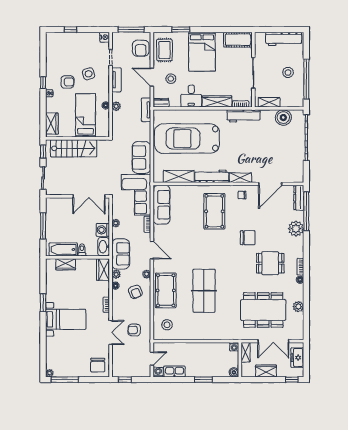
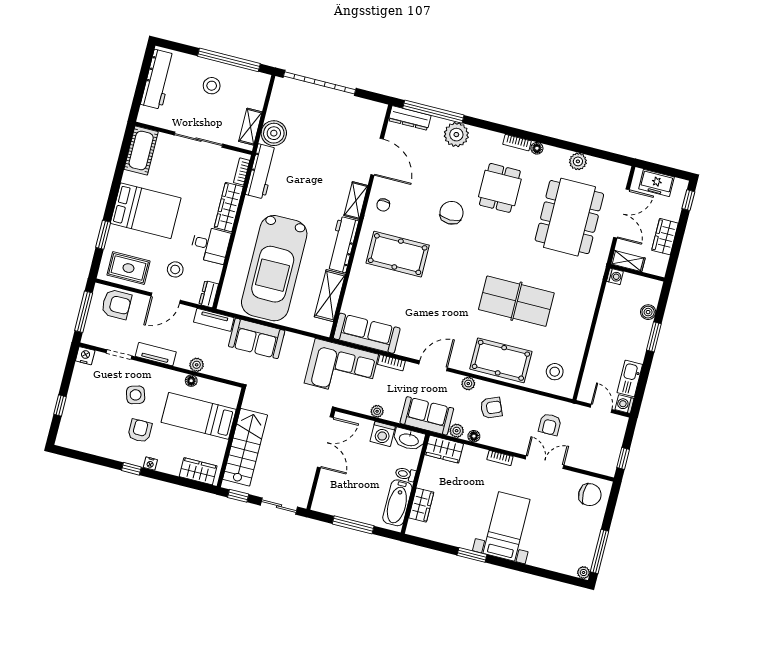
boiler: (283, 118) -> (274, 133), moved
sofa: (141, 157) -> (257, 338), moved
boiler: (234, 372) -> (648, 312), moved

